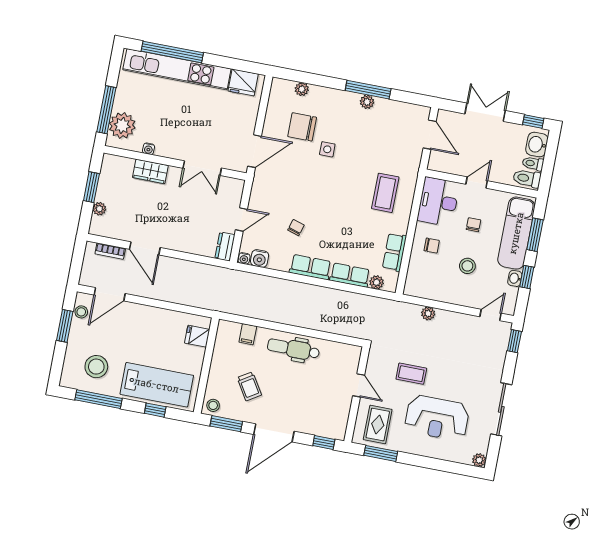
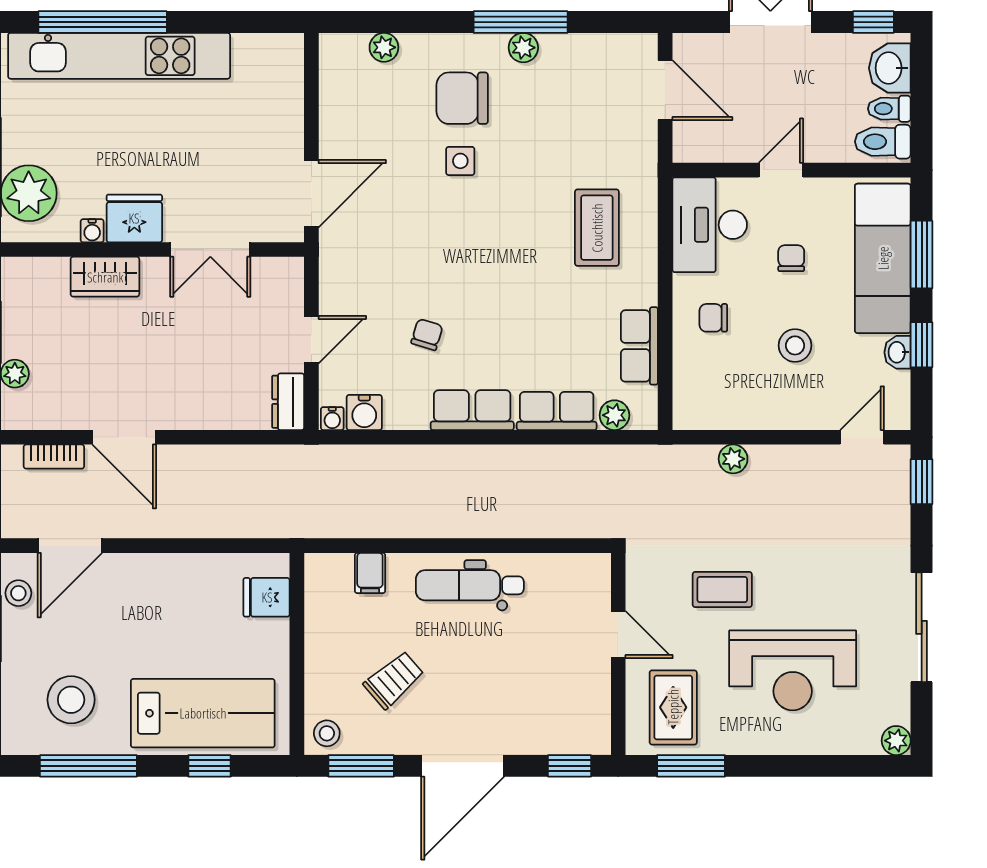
fridge: (243, 82) -> (134, 218), moved, turned 180
chair: (302, 127) -> (462, 98), moved
chair: (432, 246) -> (713, 318), turned 180
trolley: (249, 386) -> (394, 680), turned -99

